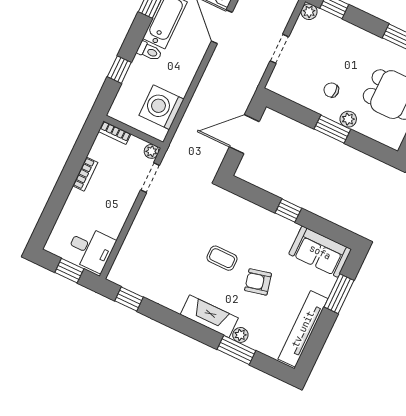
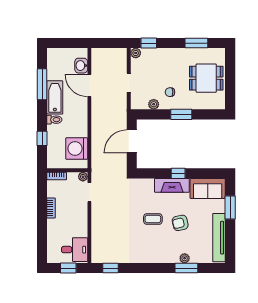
plant: (348, 119) -> (154, 104), moved
fireplace: (209, 316) -> (172, 185), moved, turned 180

